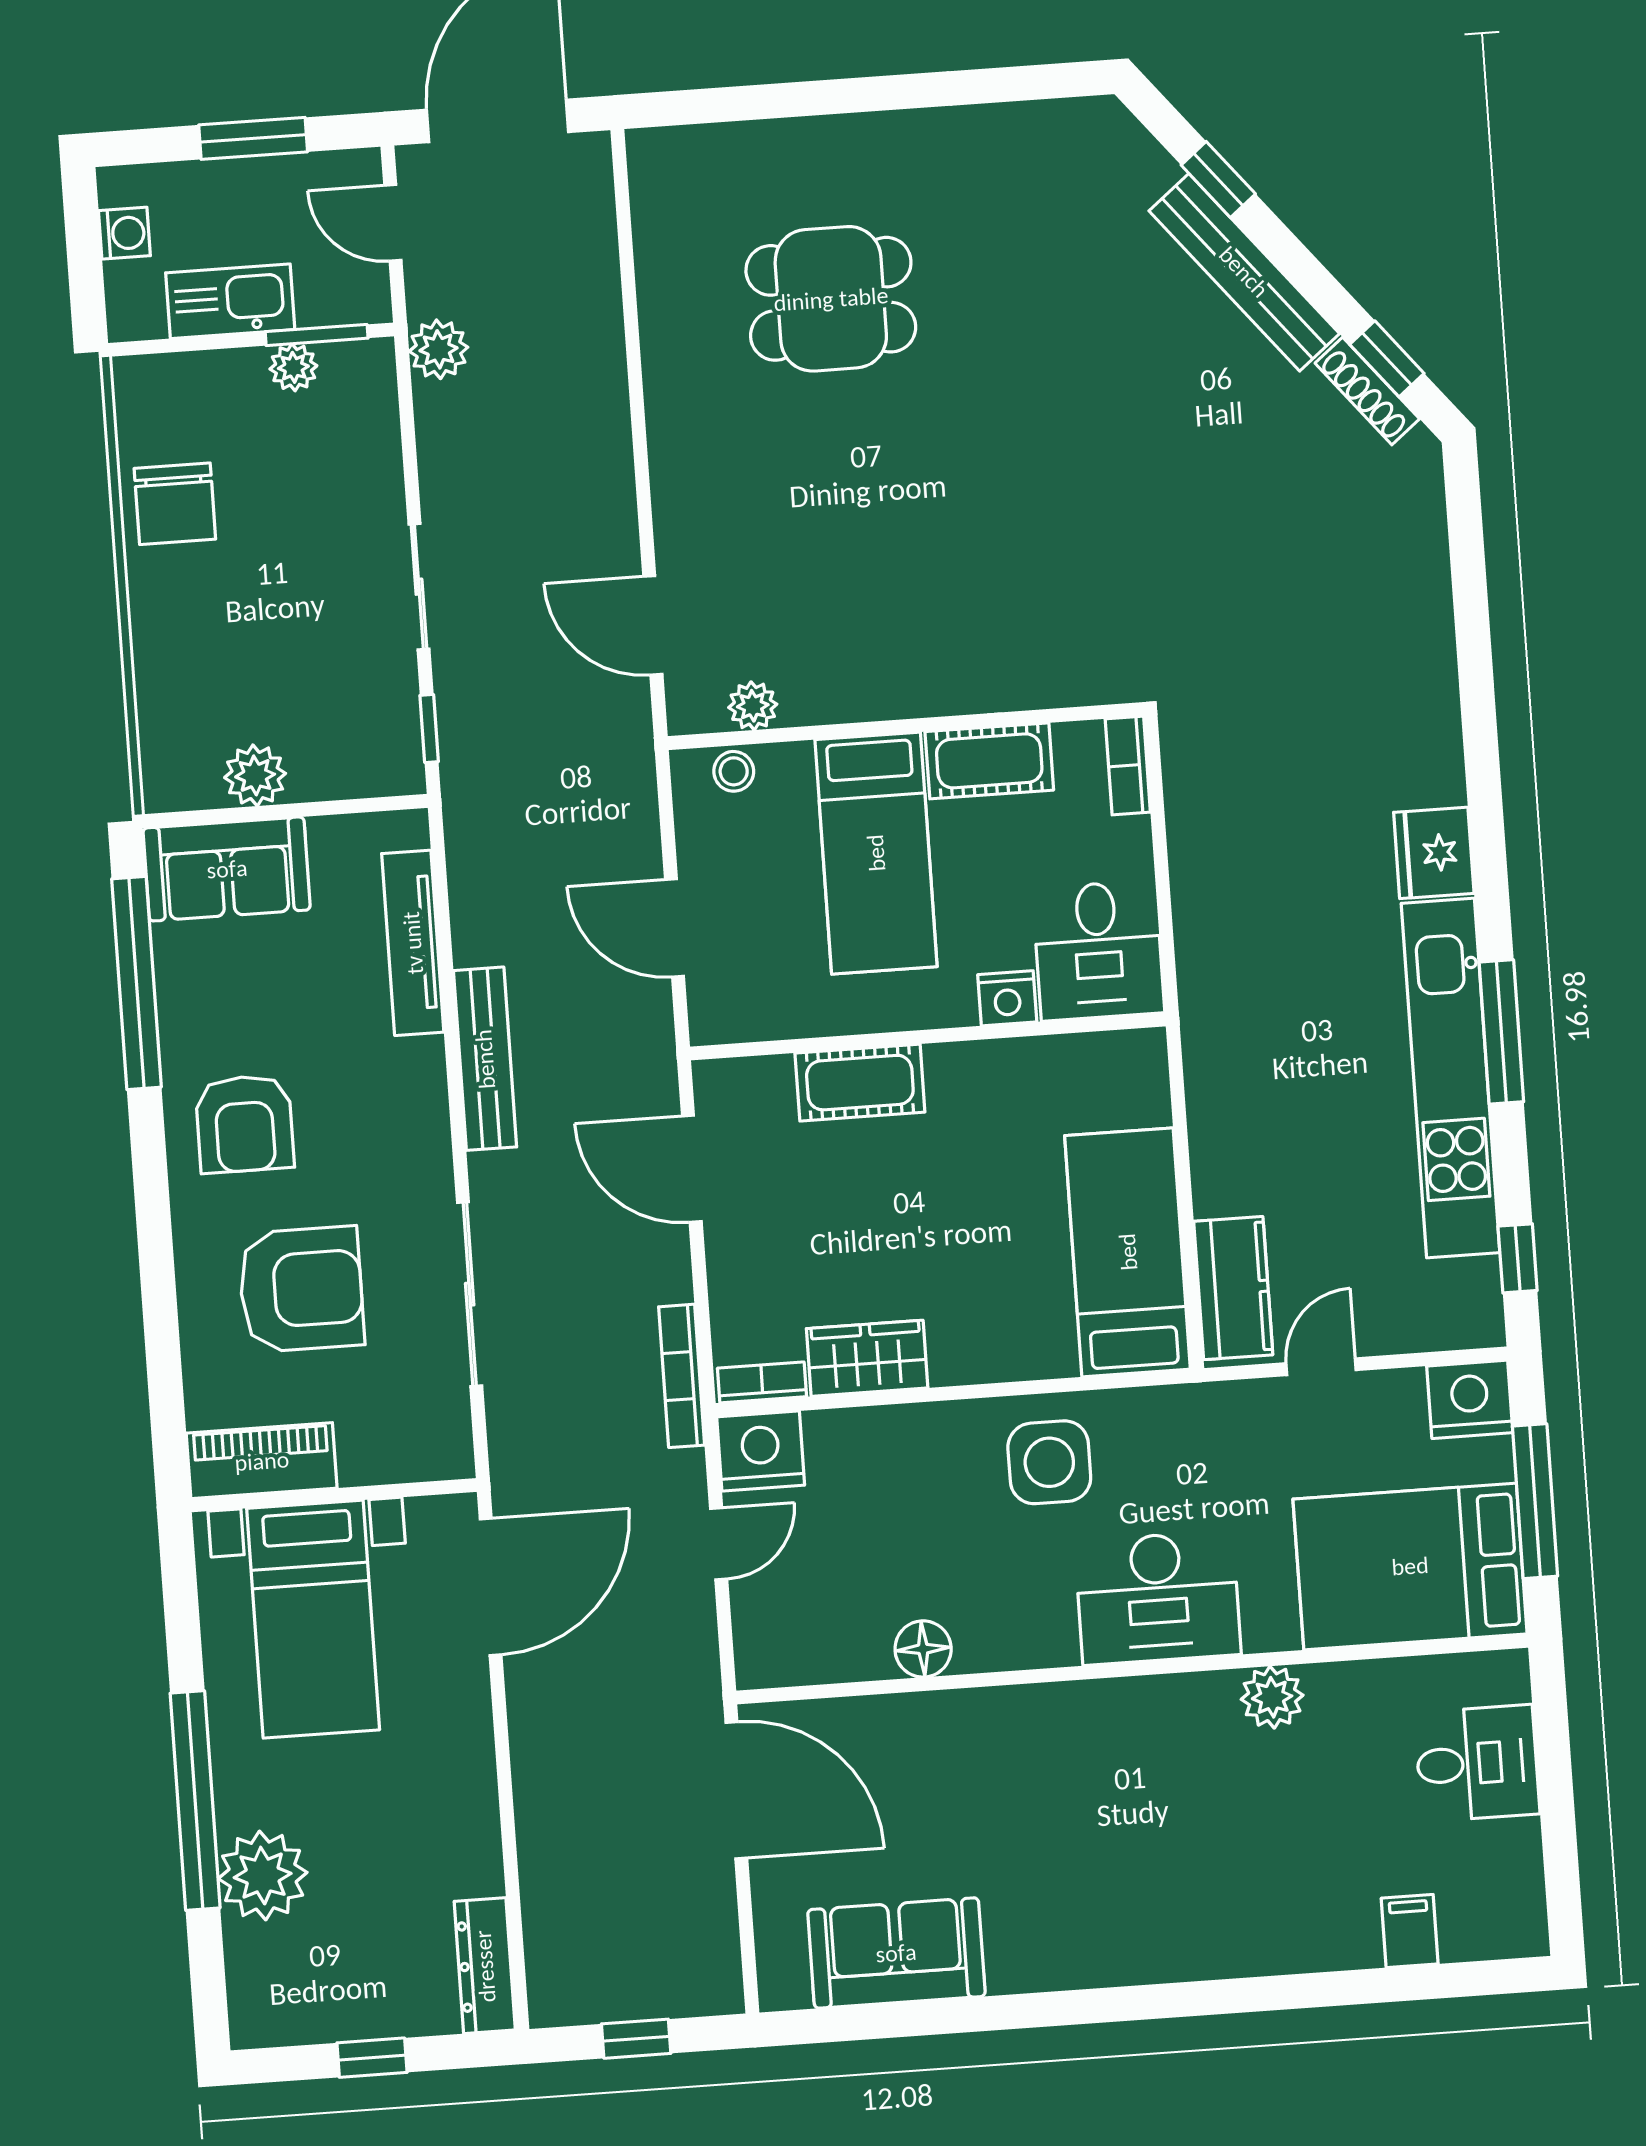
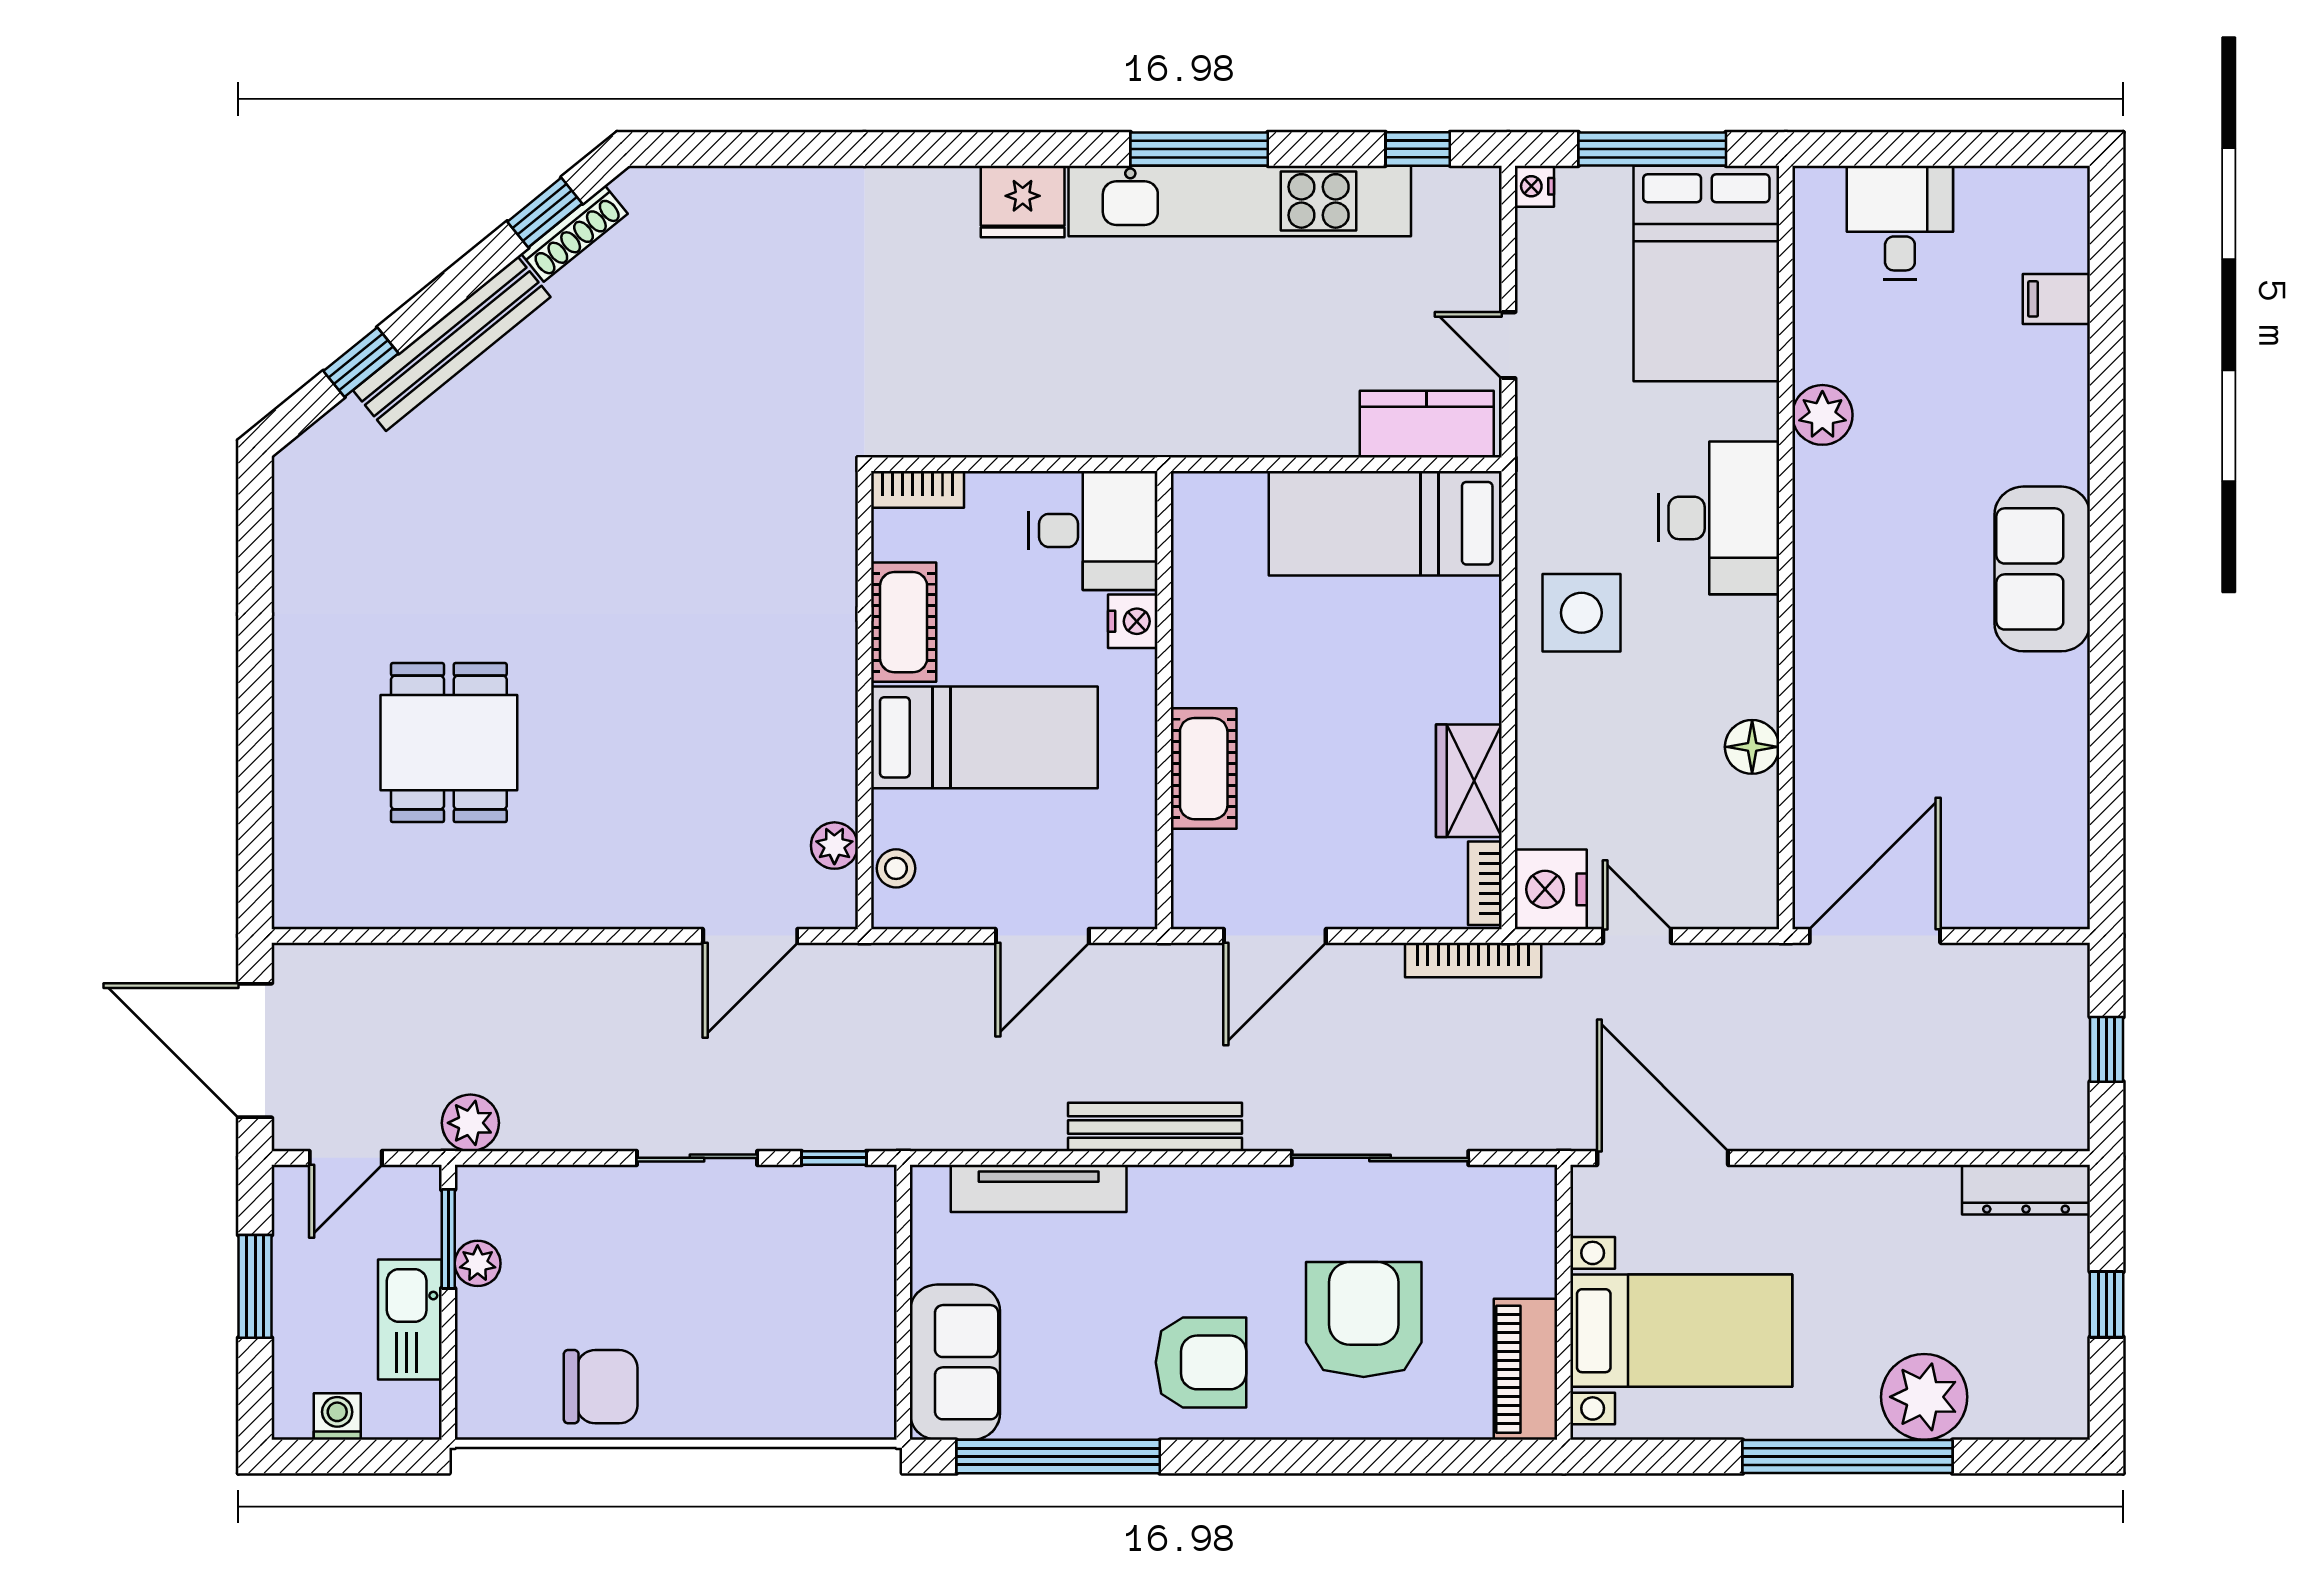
plant: (255, 775) -> (867, 1328), removed
nightstand: (1470, 1399) -> (1534, 186), width x0.53, depth x0.56
sofa: (896, 1953) -> (2042, 569), moved

